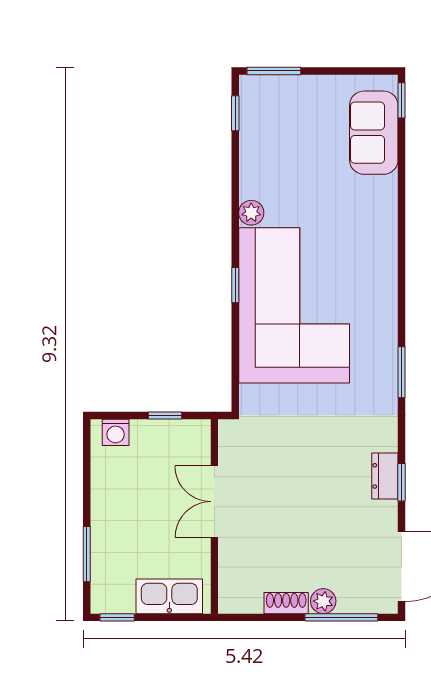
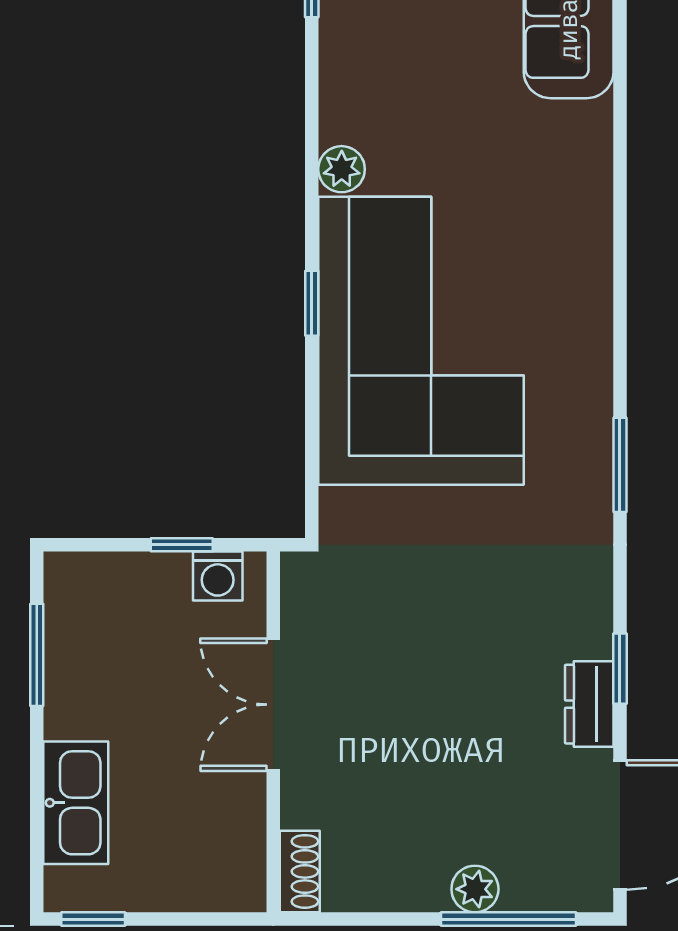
washing machine: (116, 432) -> (218, 576), moved
dresser: (385, 476) -> (589, 704), moved
window: (87, 554) -> (37, 655), moved
kitchen sink: (169, 596) -> (76, 803), moved, turned 90
shoe rack: (286, 603) -> (300, 871), moved, turned 90

